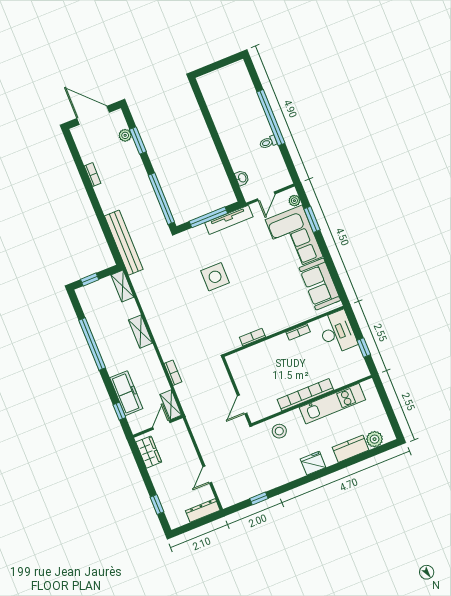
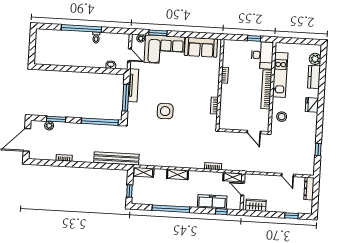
desk: (337, 332) -> (262, 55), moved, turned 90

